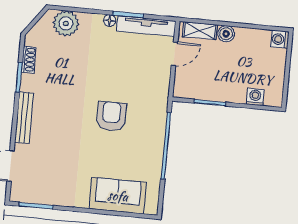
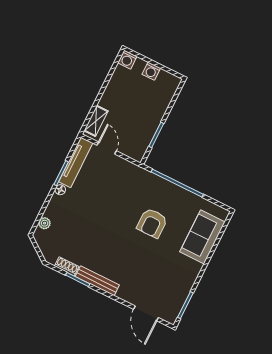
plant: (66, 23) -> (45, 223), width x0.53, depth x0.53
boiler: (226, 34) -> (106, 101), removed
washing machine: (255, 97) -> (151, 71), moved, turned -90
armchair: (111, 116) -> (152, 223), moved, turned -90
bench: (24, 118) -> (97, 281), moved

